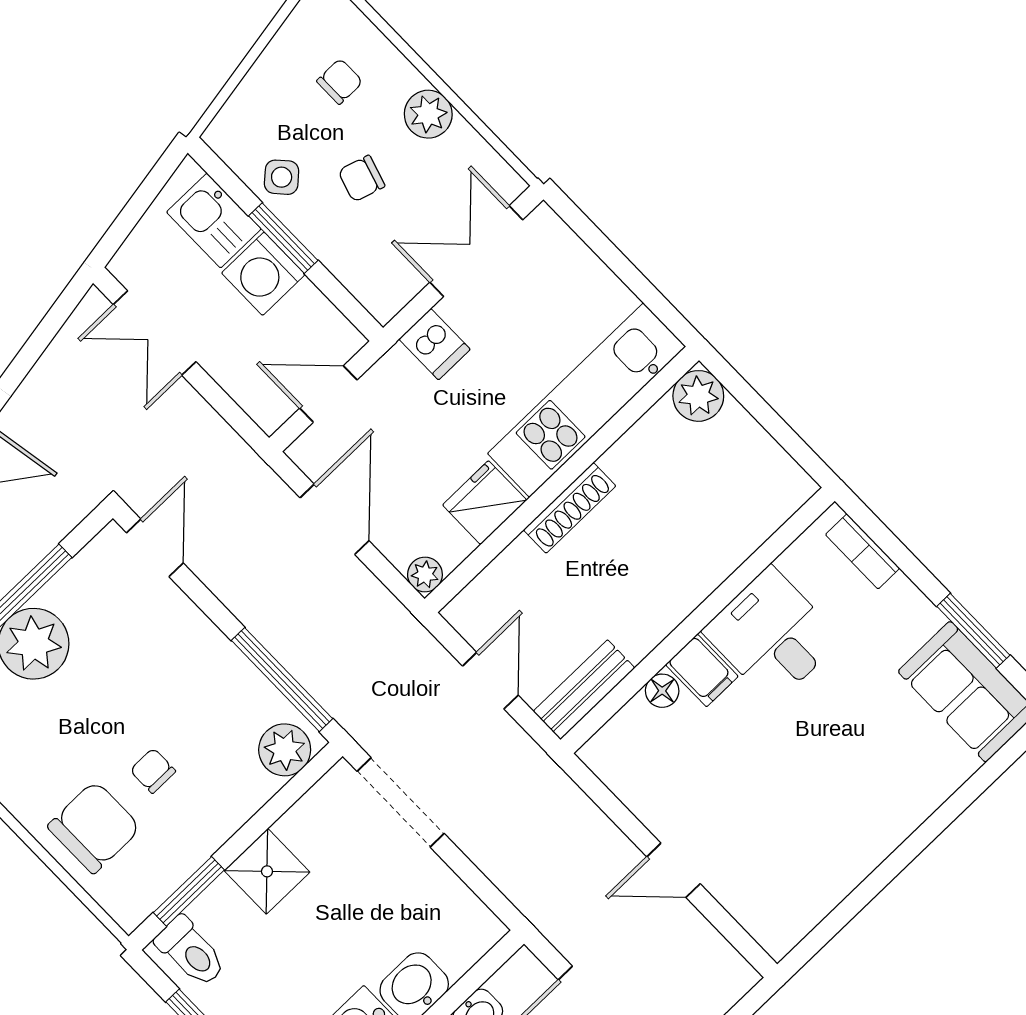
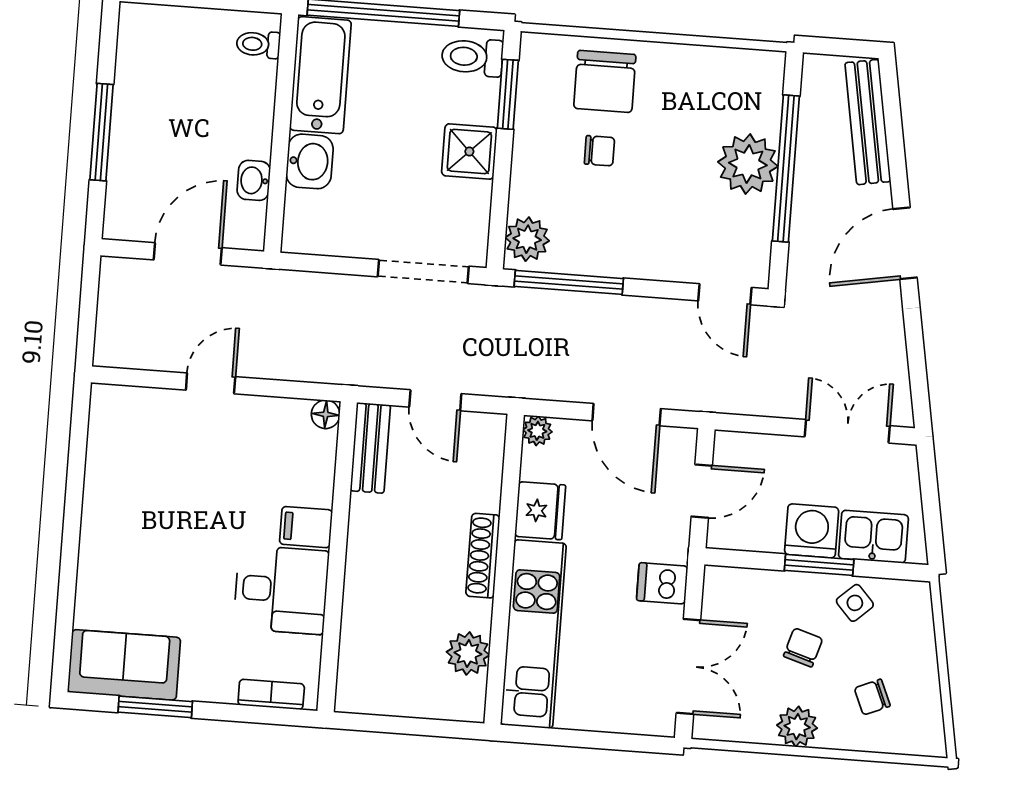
chair: (340, 81) -> (872, 697), turned 67
plant: (698, 396) -> (468, 653), moved
floor lamp: (662, 691) -> (326, 414), moved

